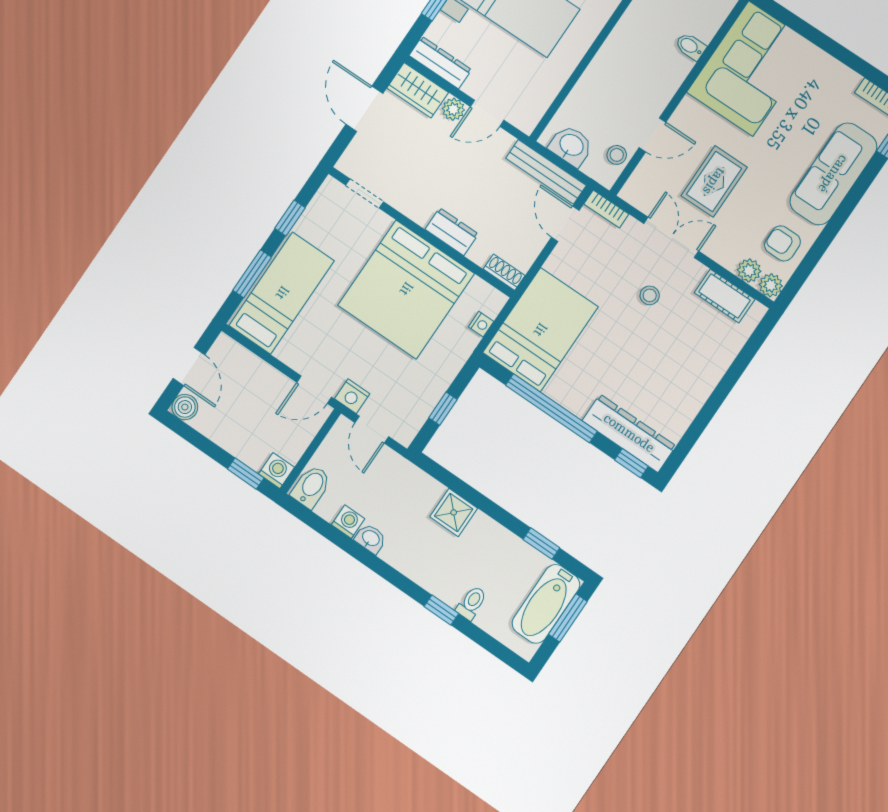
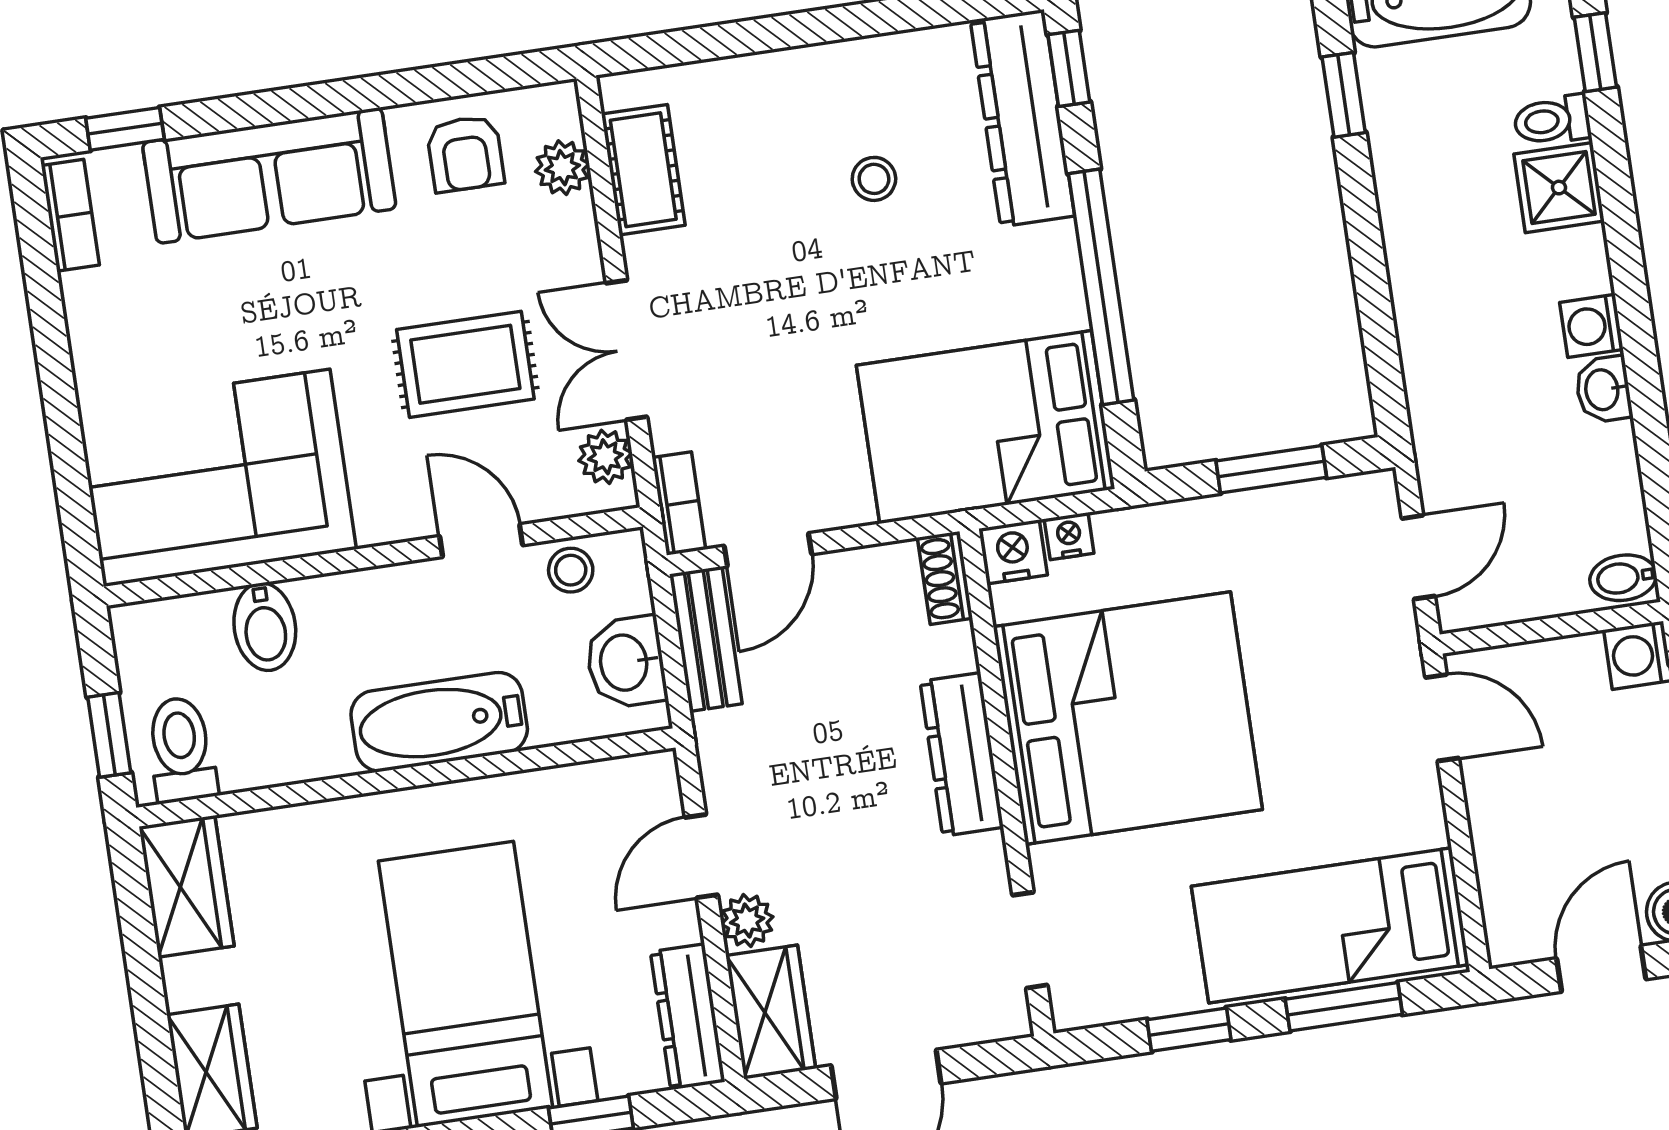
bidet: (691, 46) -> (265, 627), width x1.38, depth x1.36
bathtub: (607, 69) -> (439, 722), added
door: (487, 113) -> (701, 856), swing flipped
bench: (546, 172) -> (706, 639), width x0.73
dresser: (452, 232) -> (962, 754), width x1.44
plant: (771, 285) -> (605, 457), moved
stool: (650, 295) -> (874, 179), moved
nightstand: (352, 396) -> (1013, 552), moved, turned -90
window: (443, 409) -> (1271, 469), width x1.50
bidet: (311, 487) -> (1623, 578), width x0.72, depth x0.74
shower: (454, 512) -> (1559, 188), moved
washing machine: (348, 522) -> (1591, 326), moved
window: (441, 610) -> (1595, 52), moved

